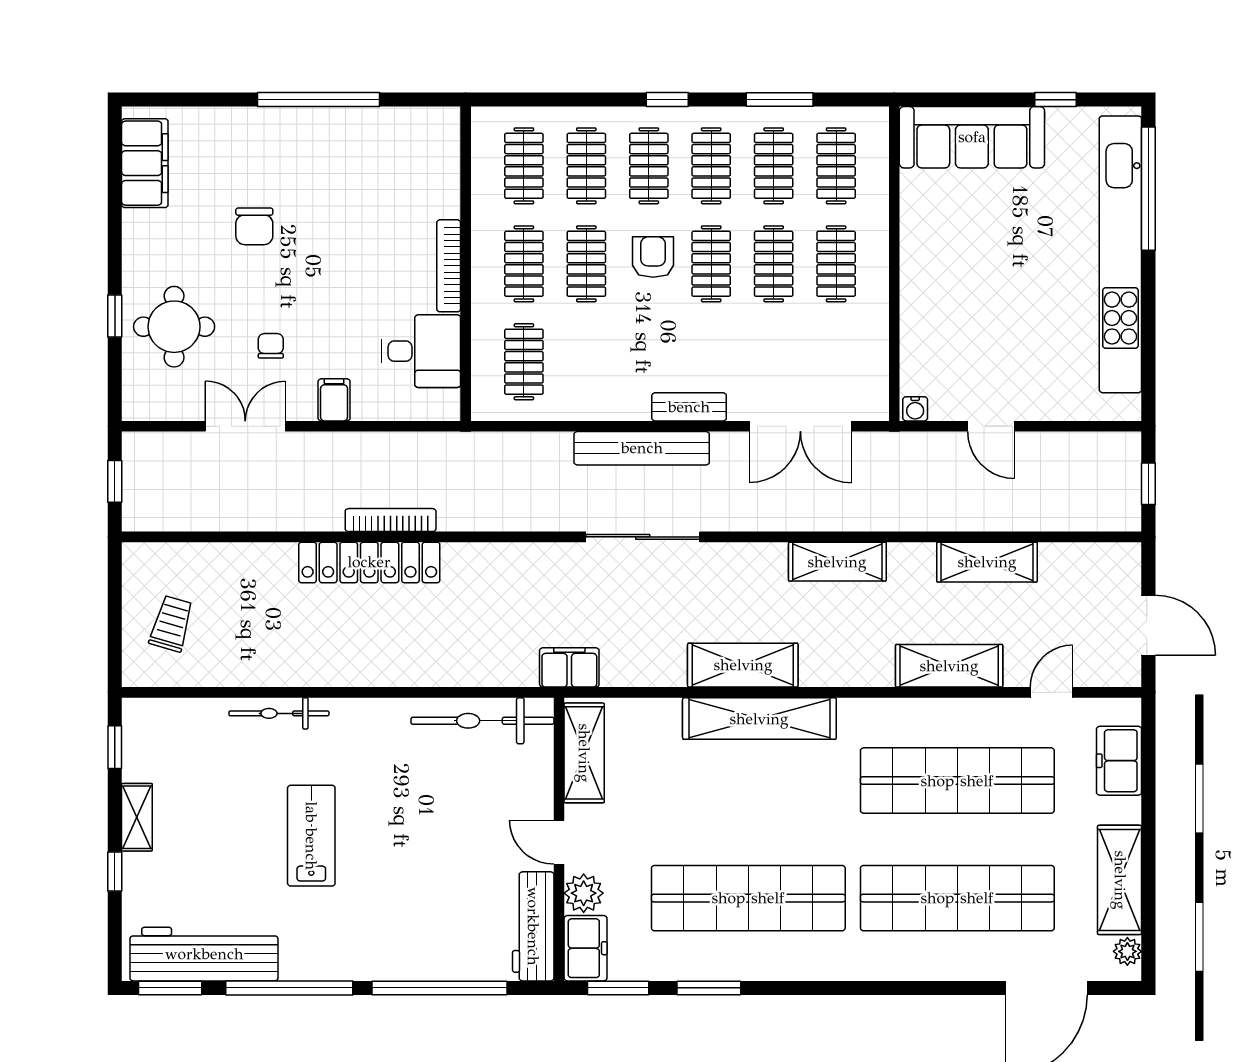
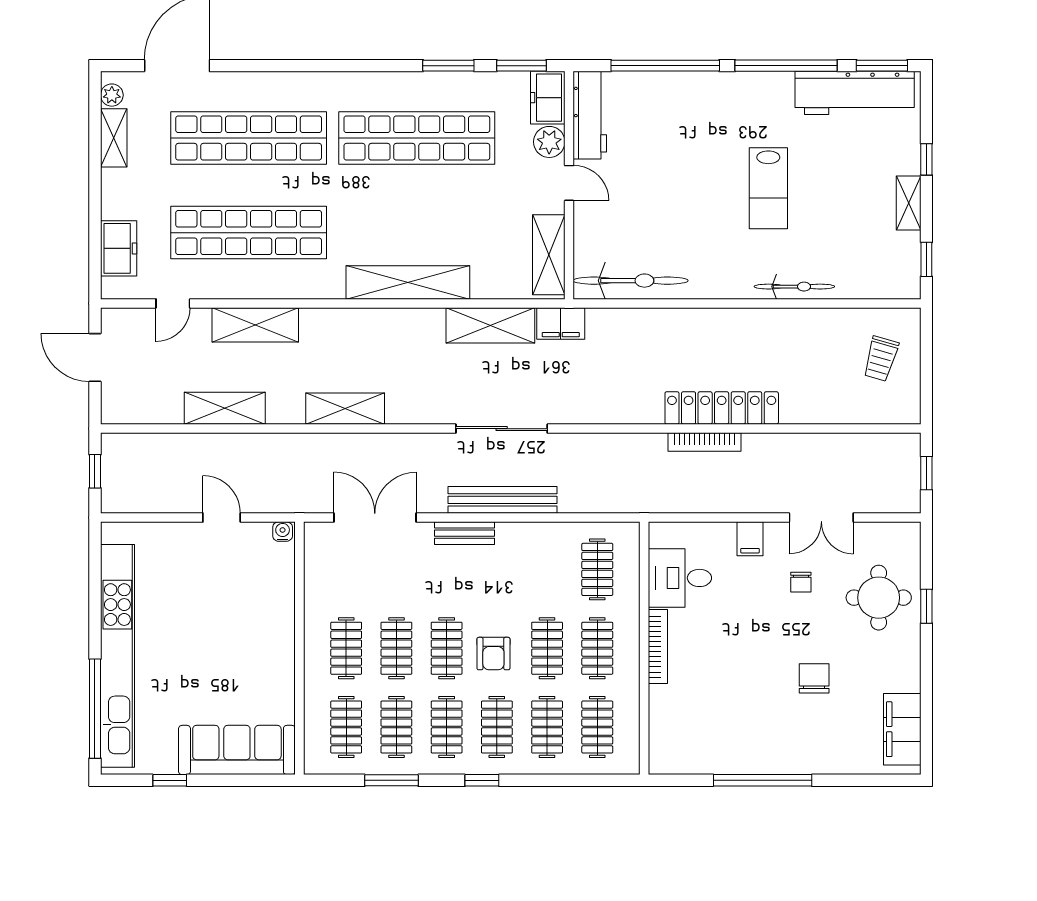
shelving: (743, 665) -> (490, 325), moved
shelving: (1120, 880) -> (114, 138), width x0.67, depth x0.75

